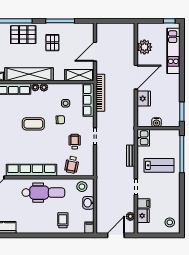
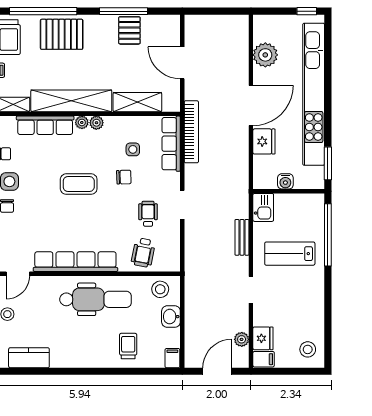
pallet: (52, 43) -> (129, 30), moved
kitchen unit: (173, 51) -> (314, 94), width x1.86
door: (95, 52) -> (182, 63), hinge flipped
shelving: (79, 75) -> (137, 102), moved
lab bench: (159, 165) -> (290, 254), turned 180
filing cabinet: (143, 203) -> (264, 359), moved

